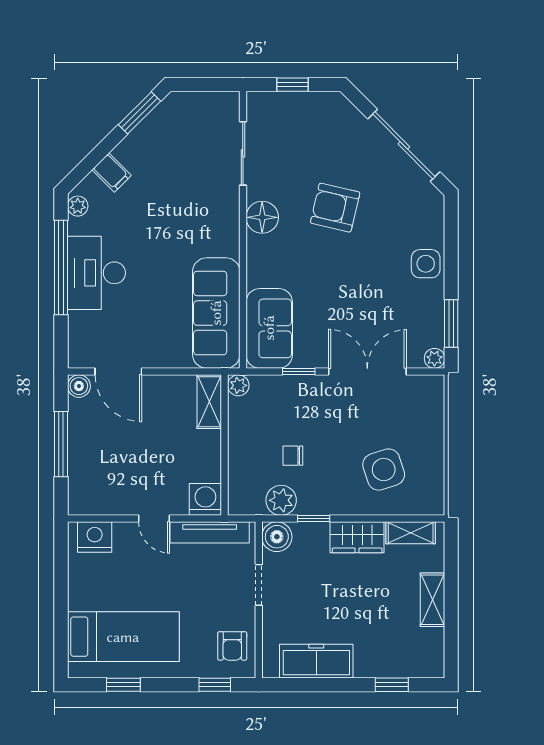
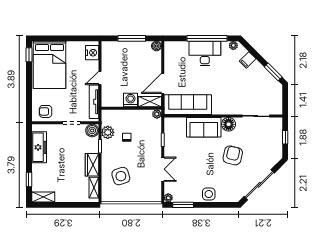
sofa: (269, 328) -> (204, 127), moved
door: (118, 372) -> (163, 83), moved
double door: (367, 372) -> (163, 169), width x0.73
washing machine: (205, 499) -> (131, 100), moved, turned -90
shelving: (432, 600) -> (43, 197), moved
bed: (123, 637) -> (50, 65), width x1.50
window: (123, 685) -> (29, 55), moved
window: (215, 685) -> (29, 104), removed

